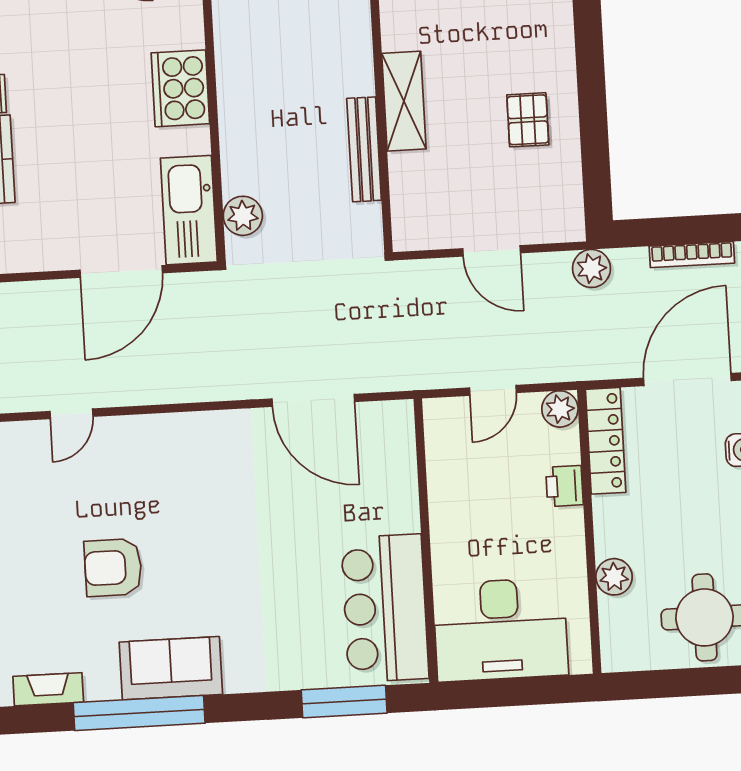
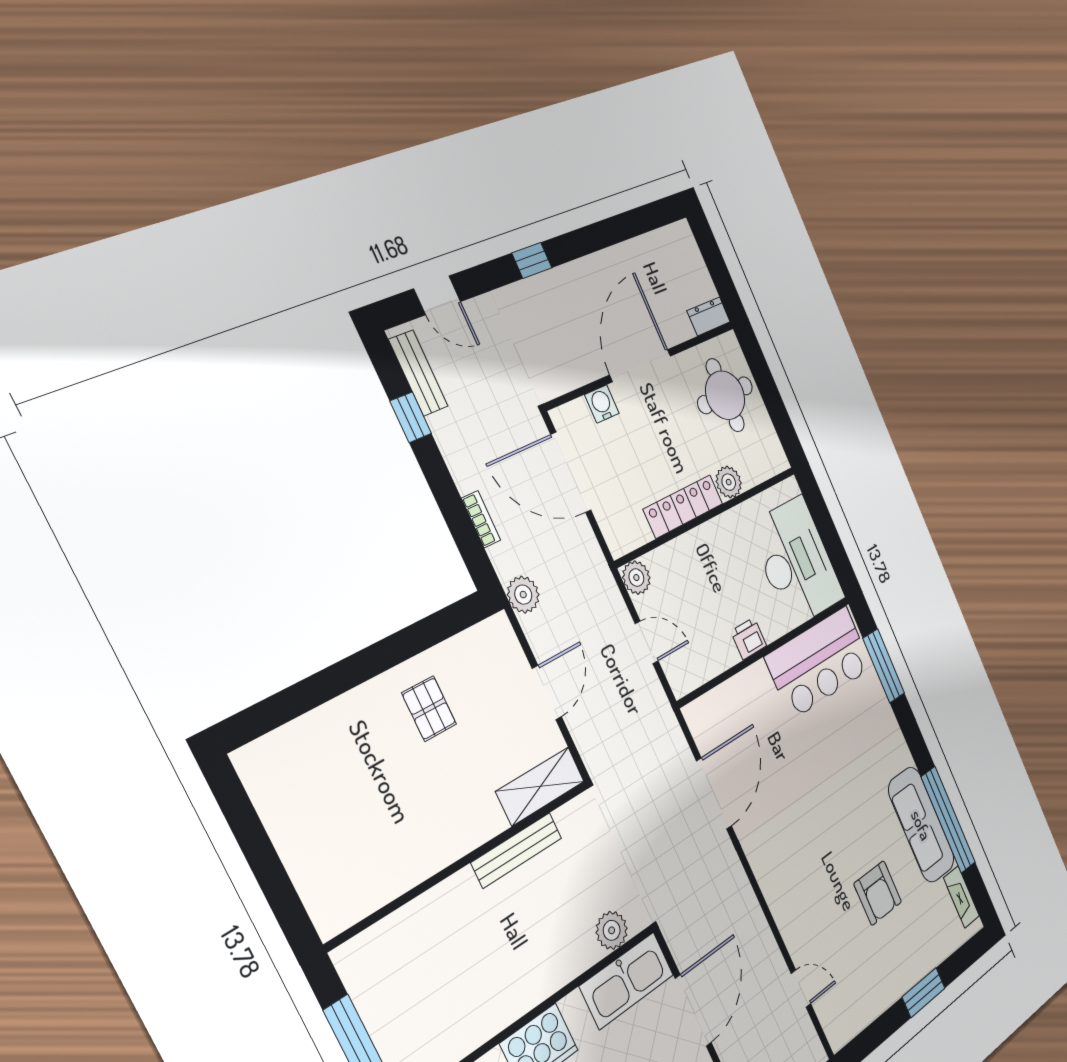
shelving: (404, 101) -> (540, 786), moved
pallet: (528, 120) -> (429, 709), turned 90
bookcase: (692, 255) -> (481, 519), width x0.64
door: (121, 271) -> (693, 1010), hinge flipped
locker: (606, 441) -> (683, 506), moved
printer: (564, 486) -> (749, 639), moved, turned 180
sofa: (171, 668) -> (921, 825), width x1.36

